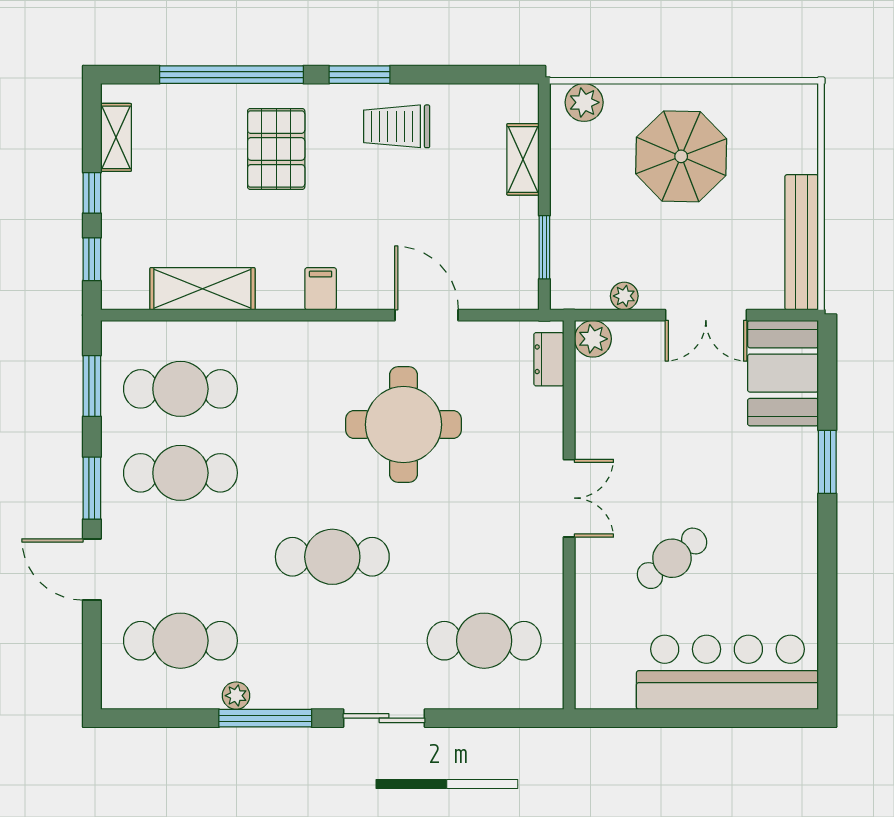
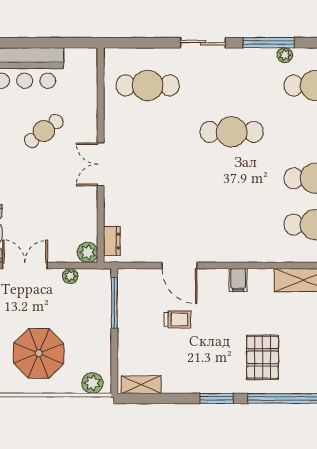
trolley: (397, 126) -> (178, 319), moved, width x0.73, depth x0.72
shelving: (523, 159) -> (141, 385), moved, turned 90
window: (544, 247) -> (114, 303), width x1.44
round table: (404, 425) -> (192, 205), removed

